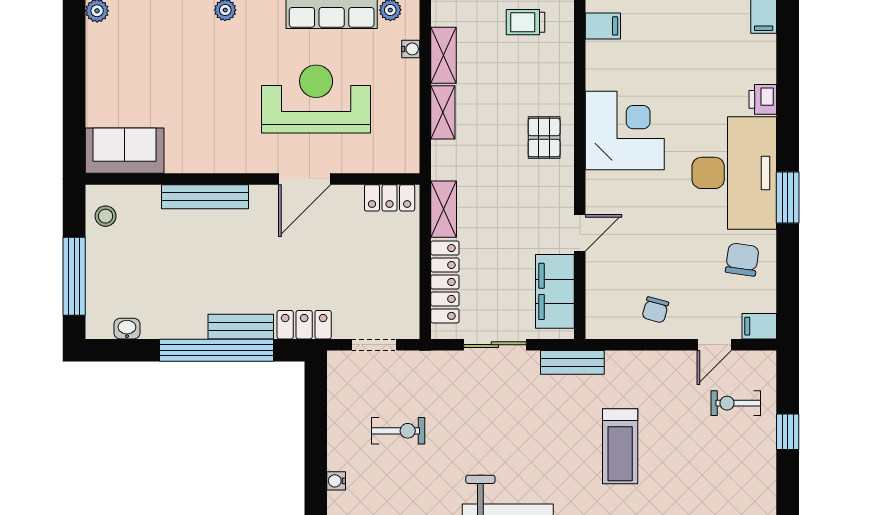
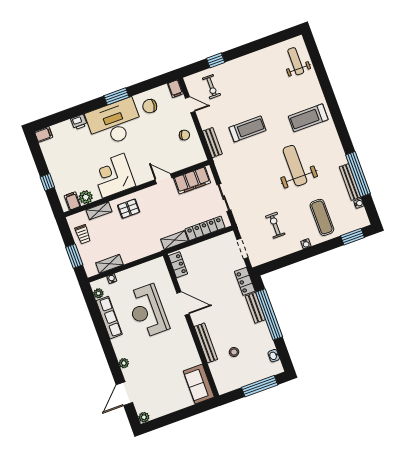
plant: (601, 56) -> (86, 197), added
shelving: (443, 112) -> (99, 211), moved
stool: (106, 216) -> (234, 352), moved
bench: (572, 362) -> (212, 143), moved

